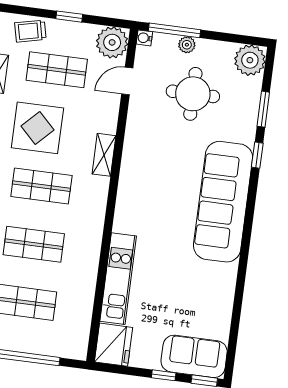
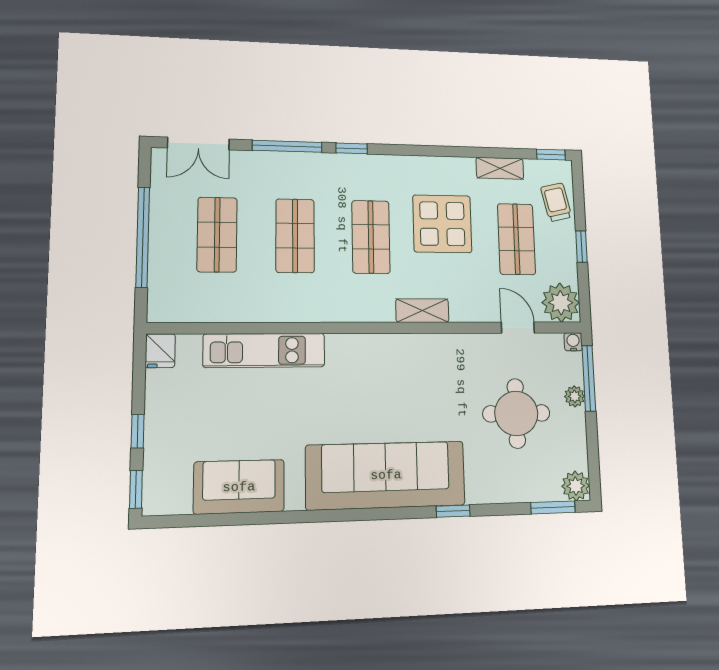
plant: (250, 60) -> (576, 486), width x0.73, depth x0.73
window: (263, 109) -> (553, 508), moved
fridge: (114, 345) -> (160, 351), width x0.53, depth x0.75
sofa: (194, 356) -> (239, 487), moved, turned -90

